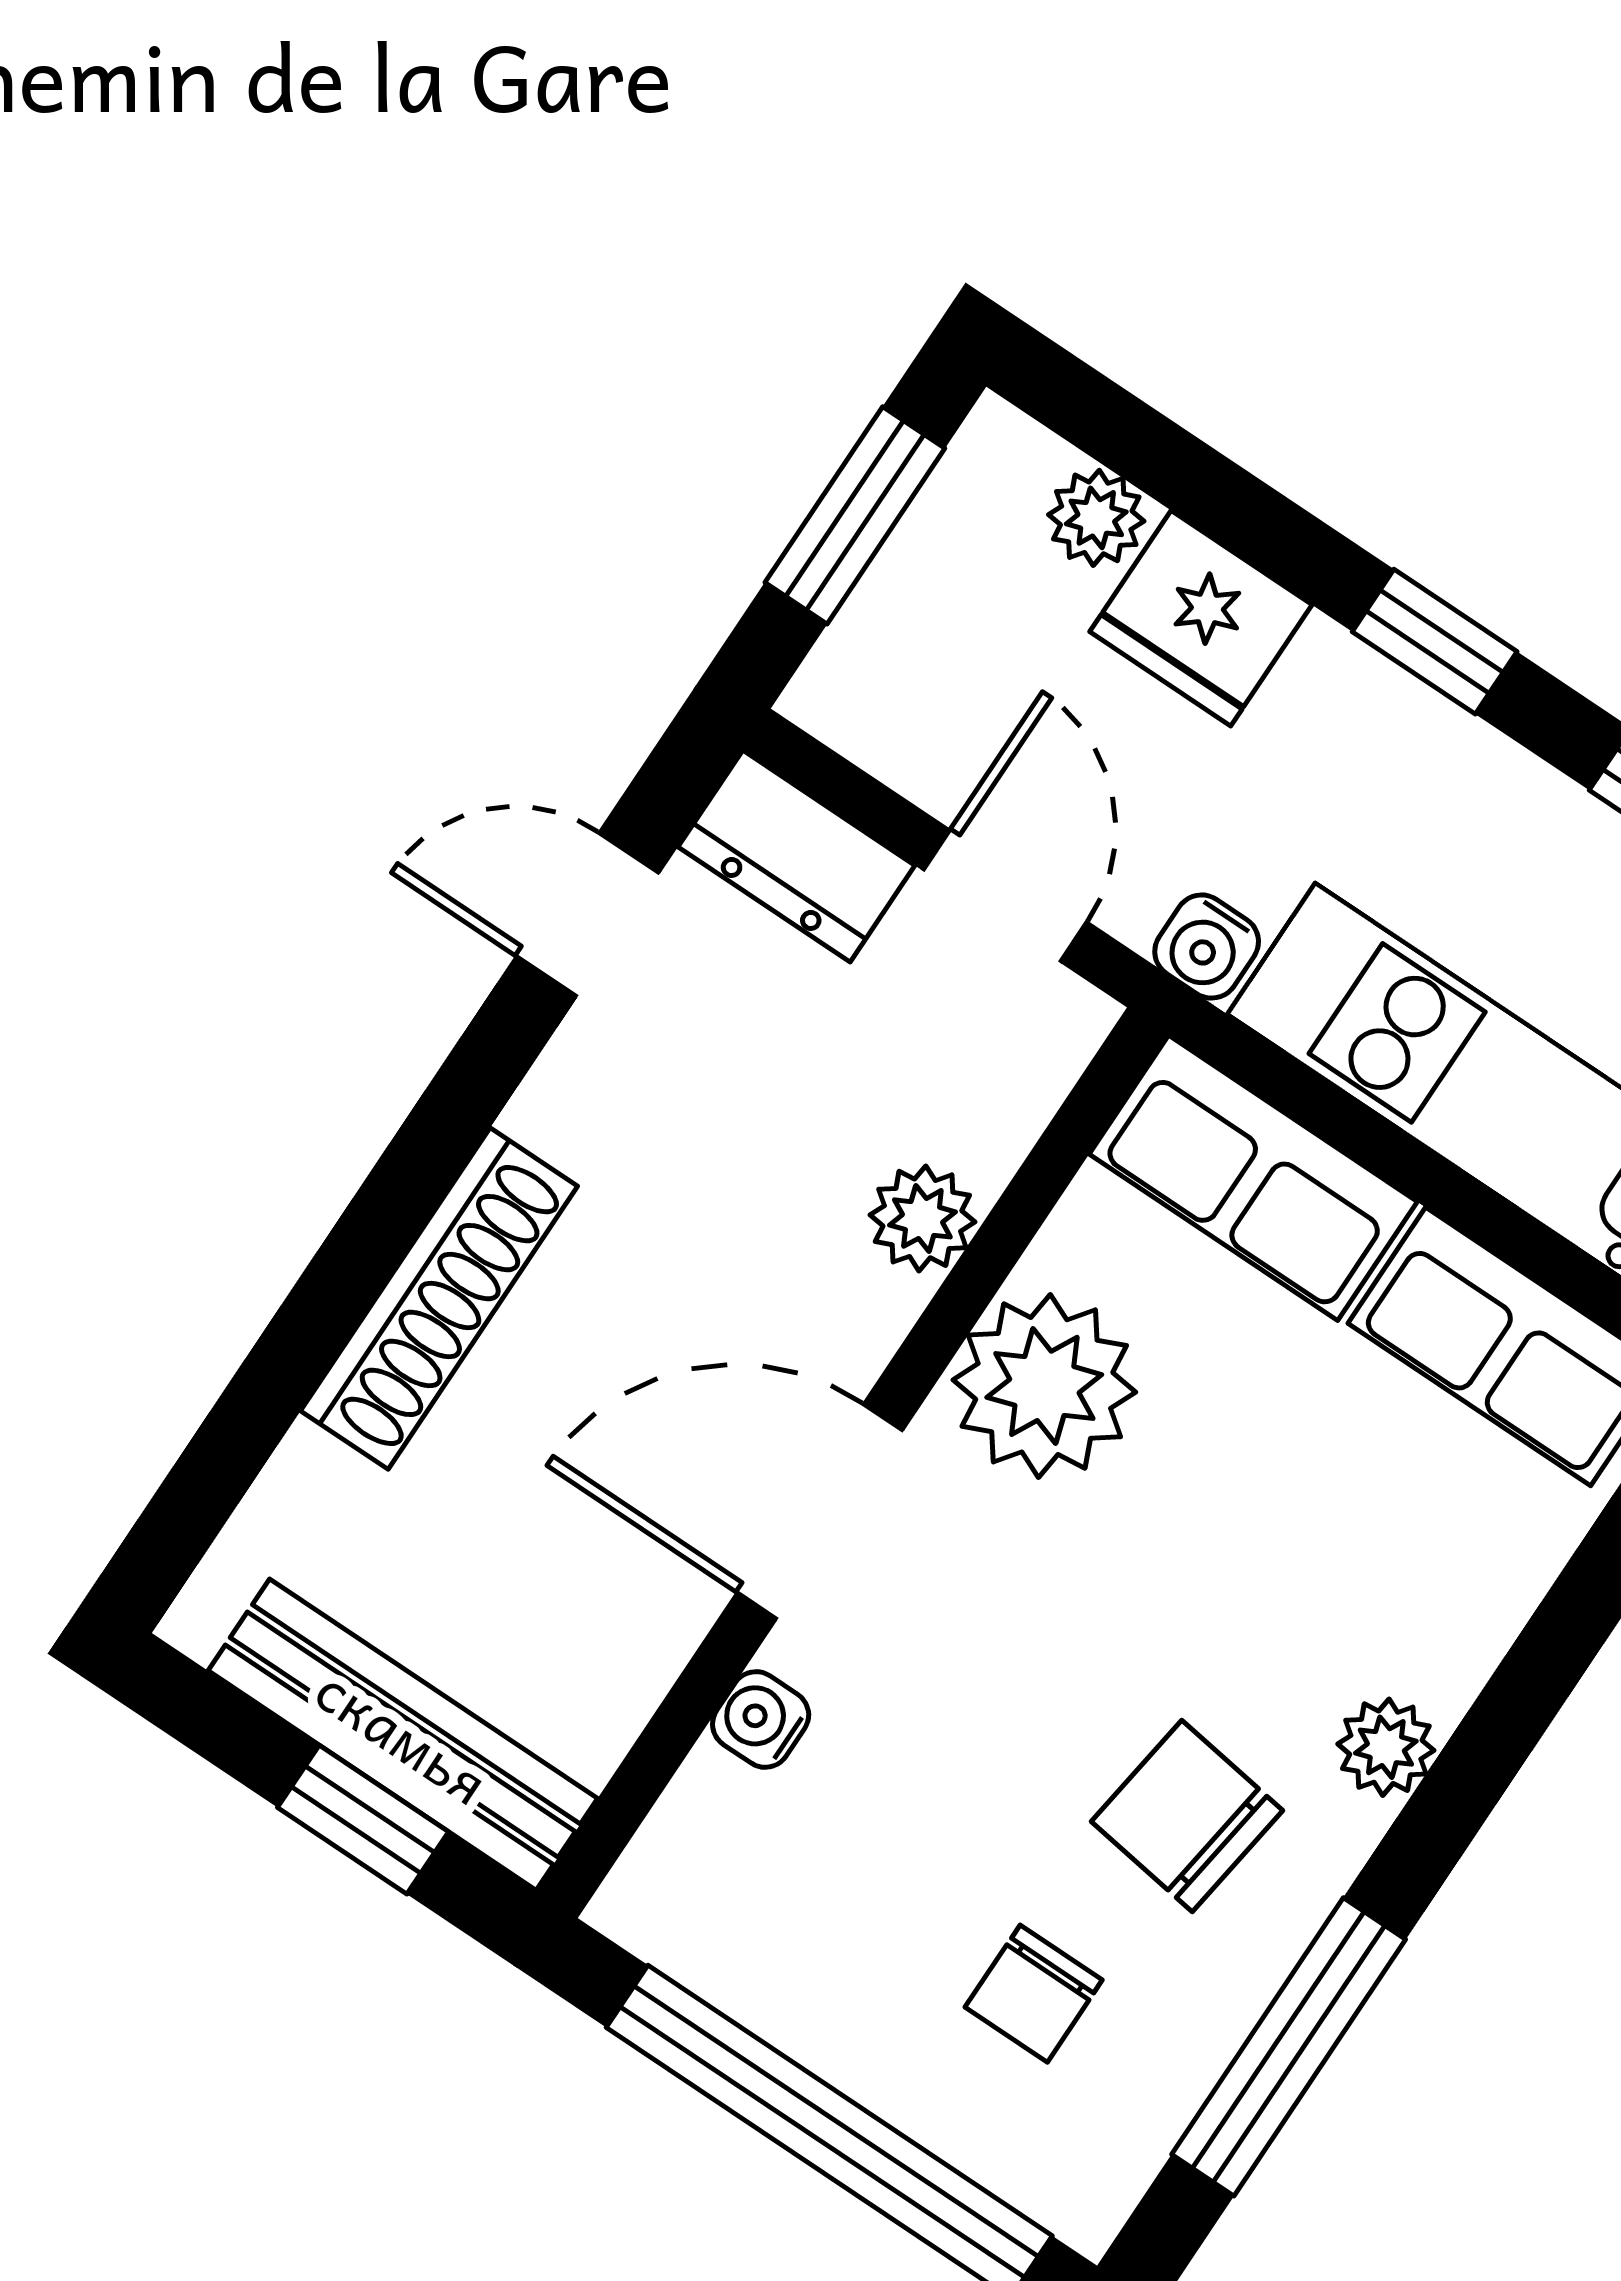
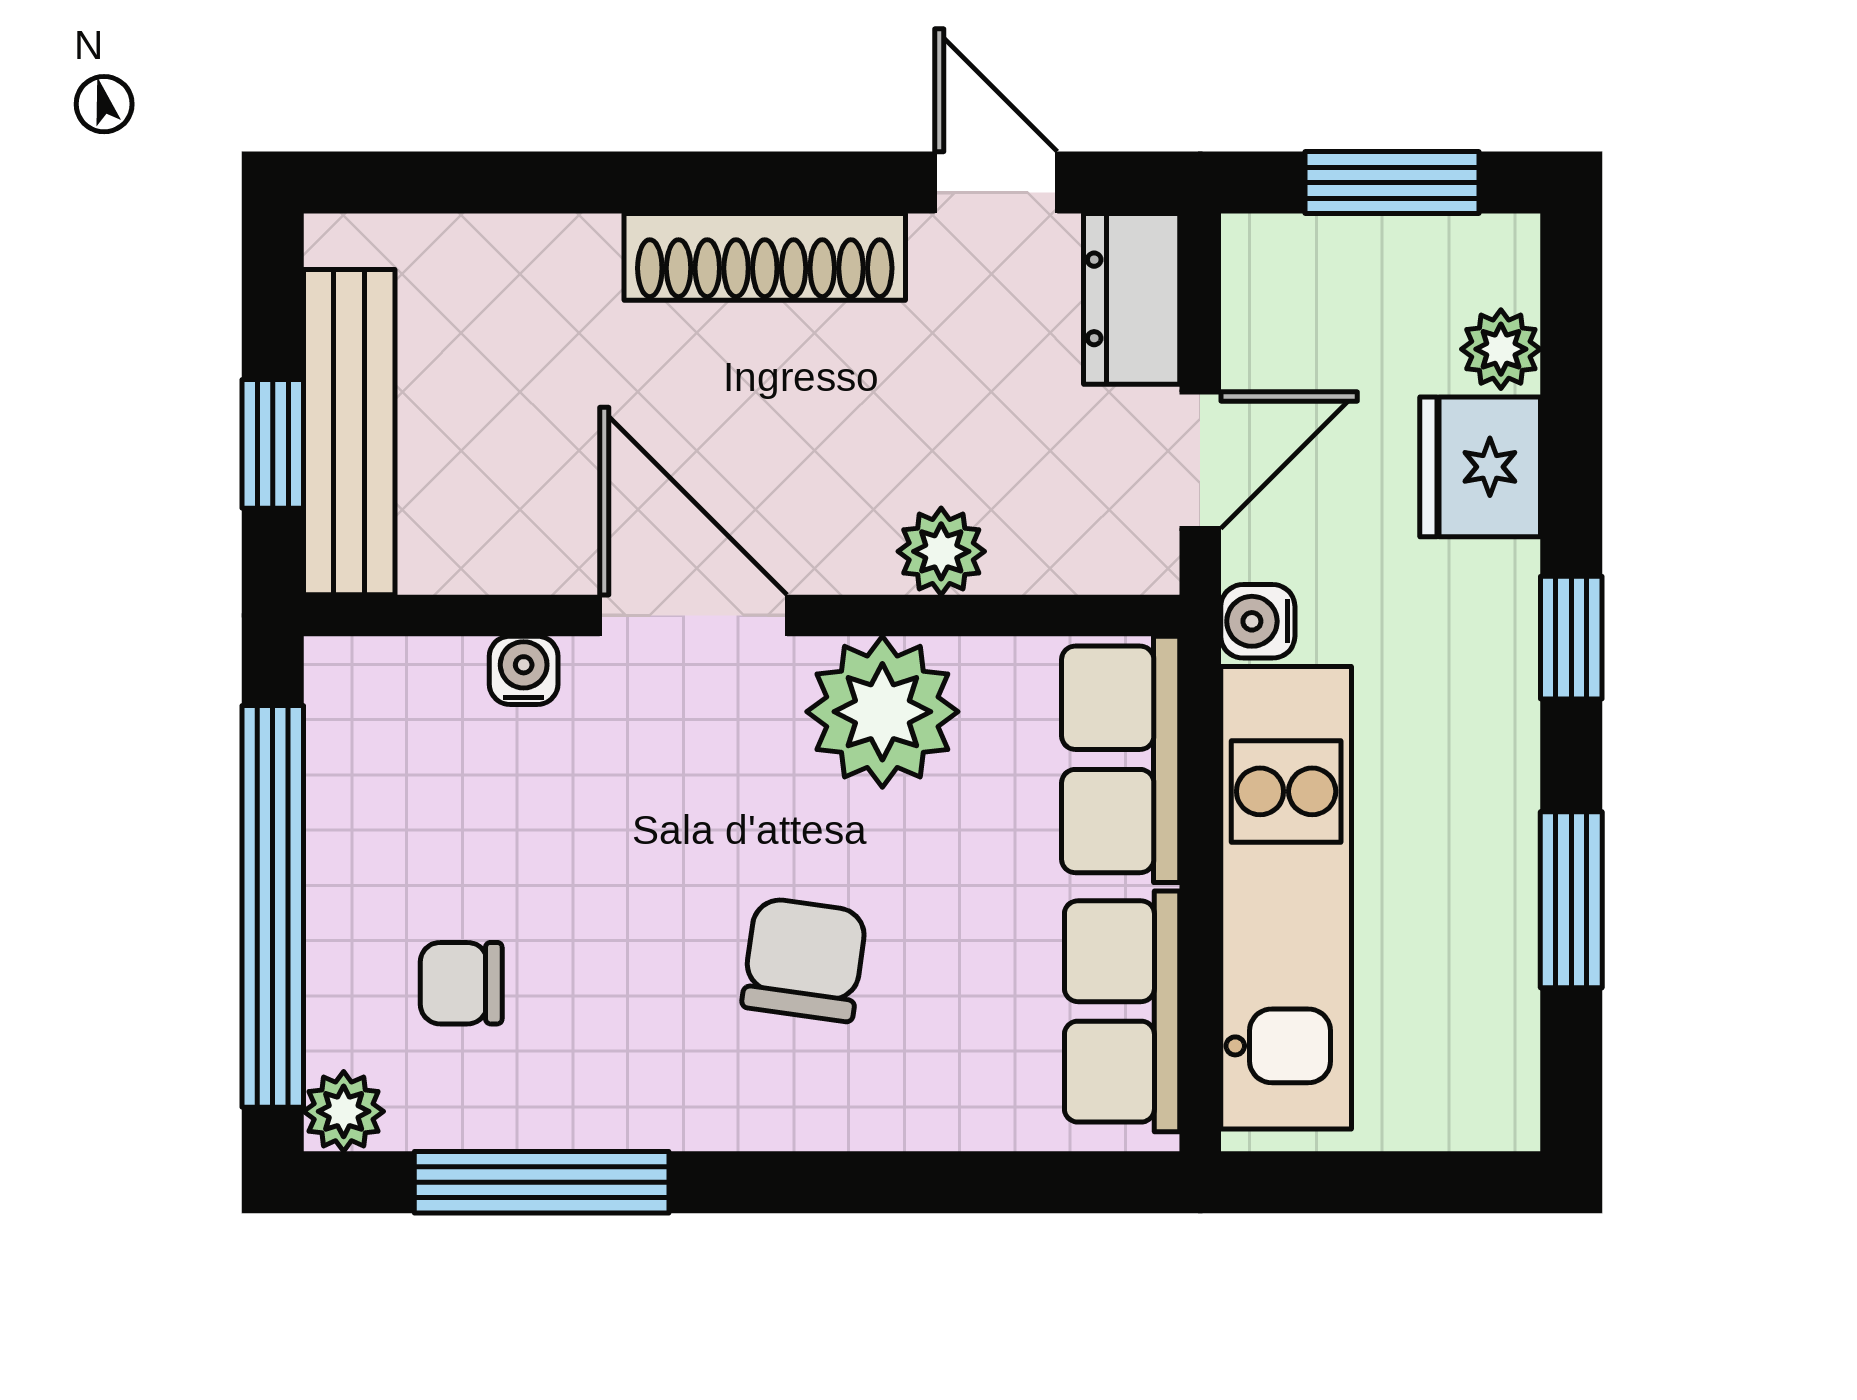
shoe rack: (439, 1298) -> (765, 257), moved
plant: (1386, 1747) -> (344, 1111), moved
chair: (1187, 1816) -> (804, 960), moved

